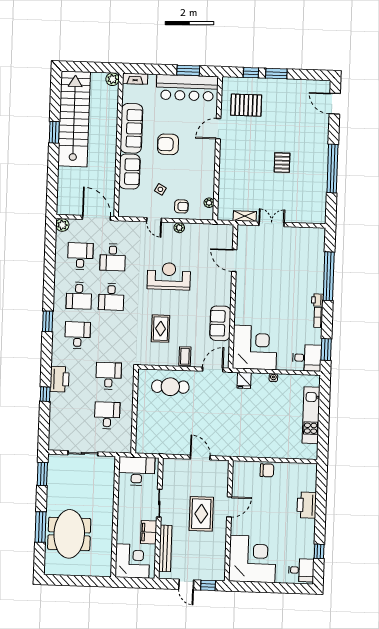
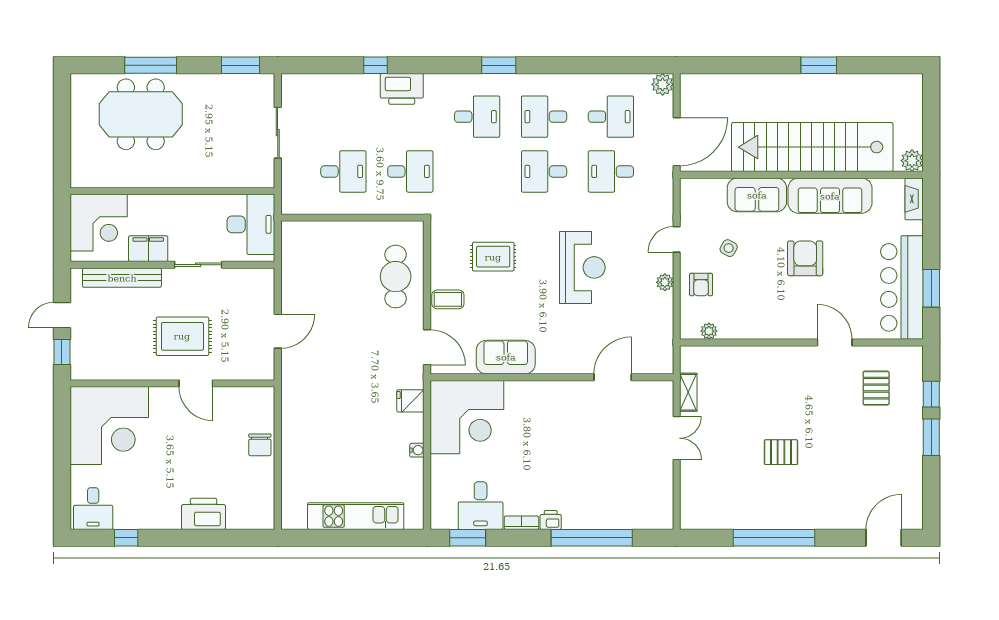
pallet: (246, 105) -> (876, 388), width x0.67, depth x0.71
stairs: (74, 119) -> (812, 147), moved, turned 180
desk: (307, 358) -> (481, 506), moved

